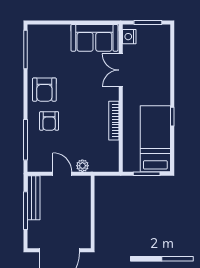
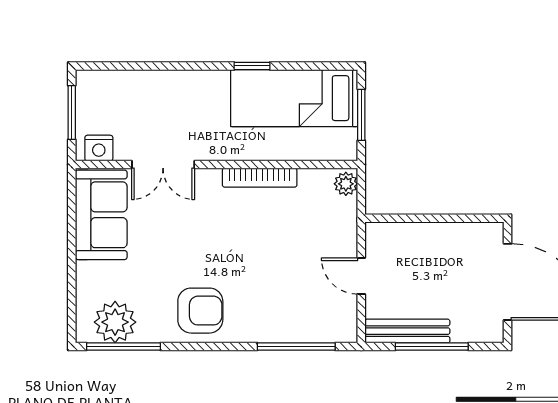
plant: (38, 45) -> (115, 322), added
armchair: (49, 121) -> (260, 302), removed
plant: (82, 166) -> (346, 184), moved
door: (62, 174) -> (361, 276), hinge flipped

